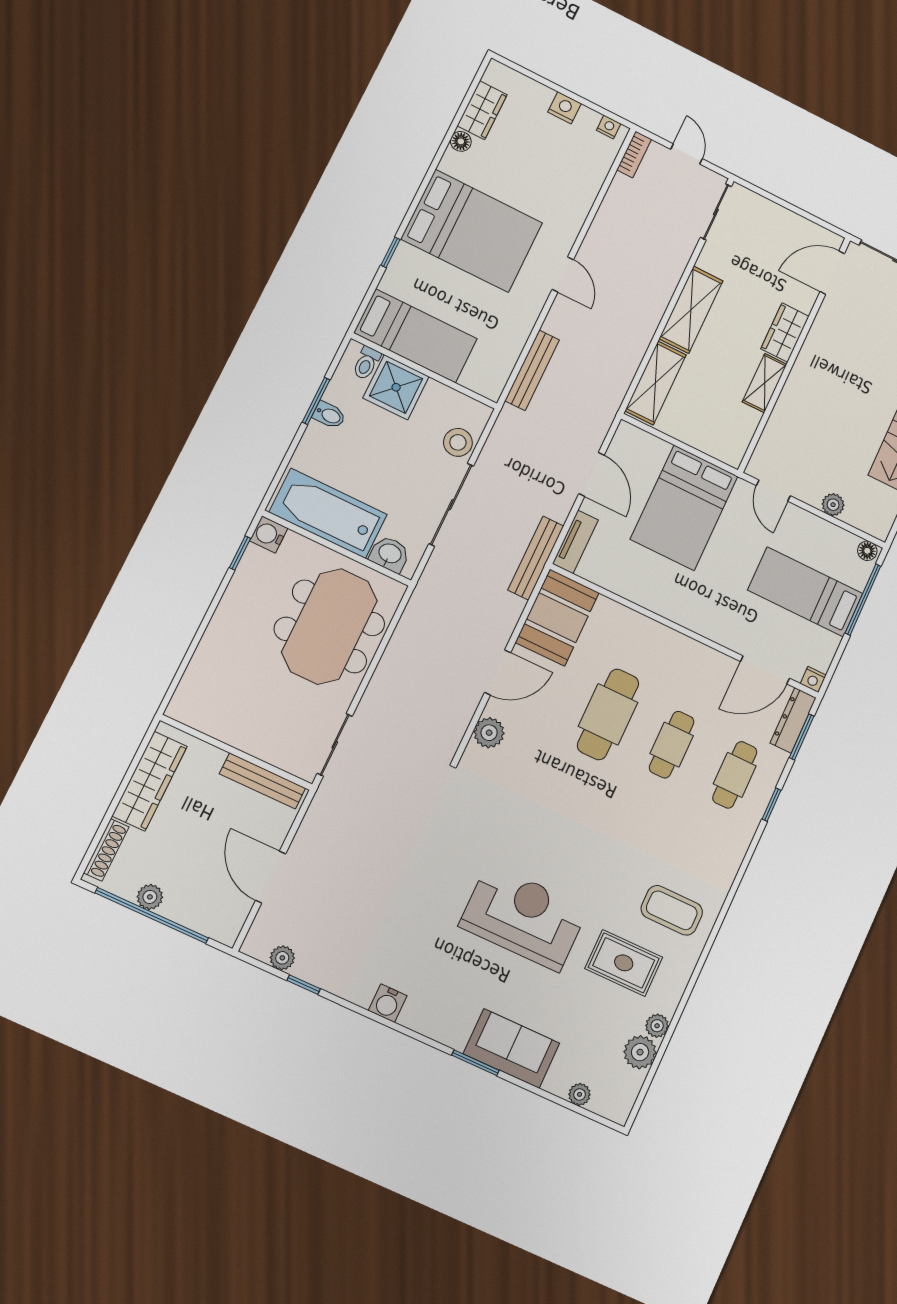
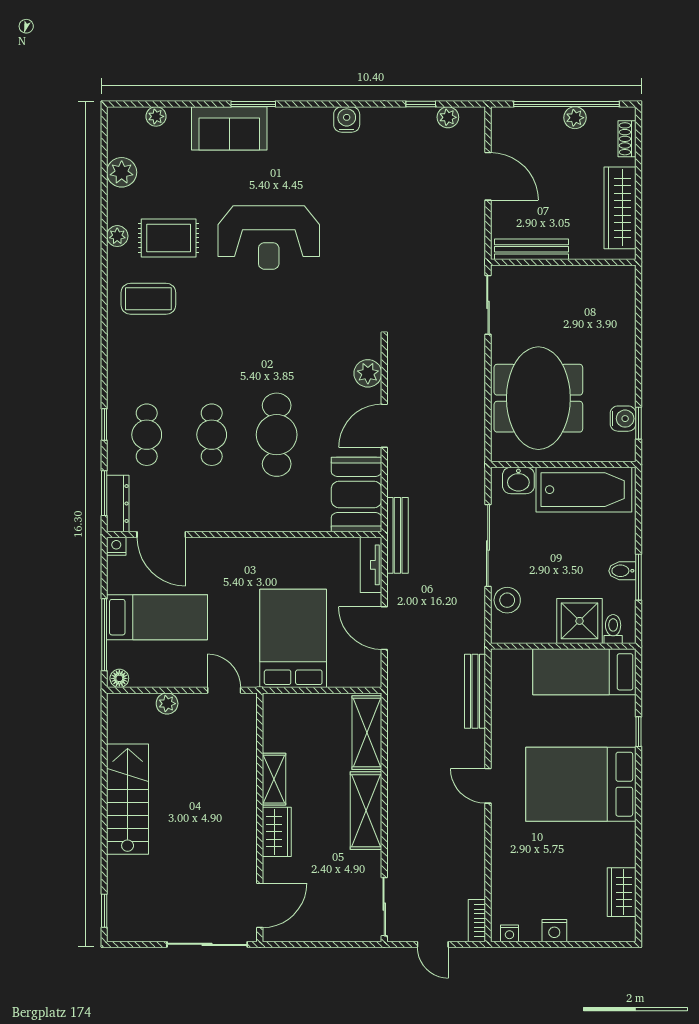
floor lamp: (461, 141) -> (626, 856), removed
water cooler: (269, 534) -> (623, 419), moved
door: (765, 670) -> (161, 535), swing flipped
shoe rack: (106, 850) -> (627, 139), width x0.70
plant: (657, 1026) -> (117, 236), moved

